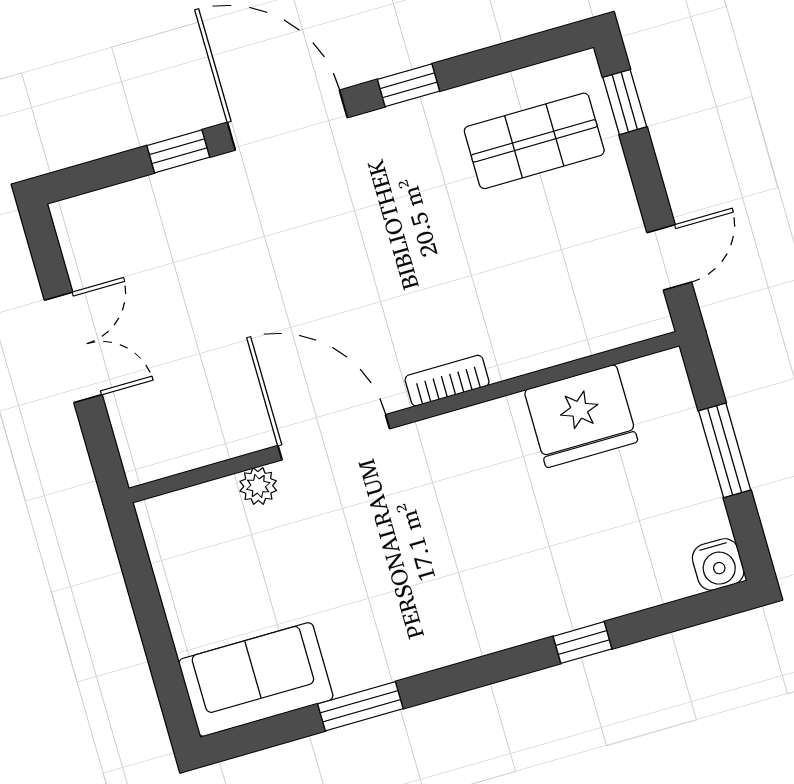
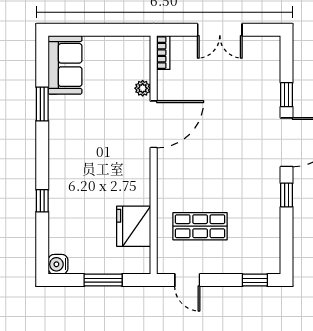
shop shelf: (534, 141) -> (200, 226), moved, turned 90
bookcase: (447, 381) -> (163, 53), moved

